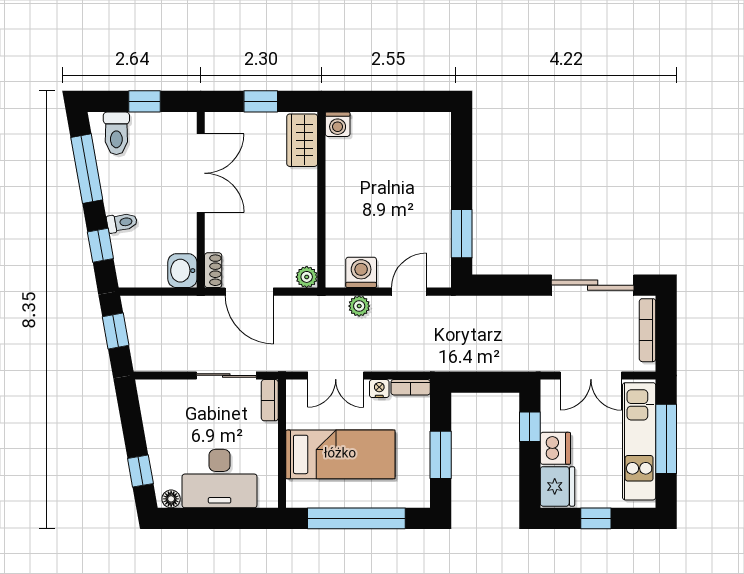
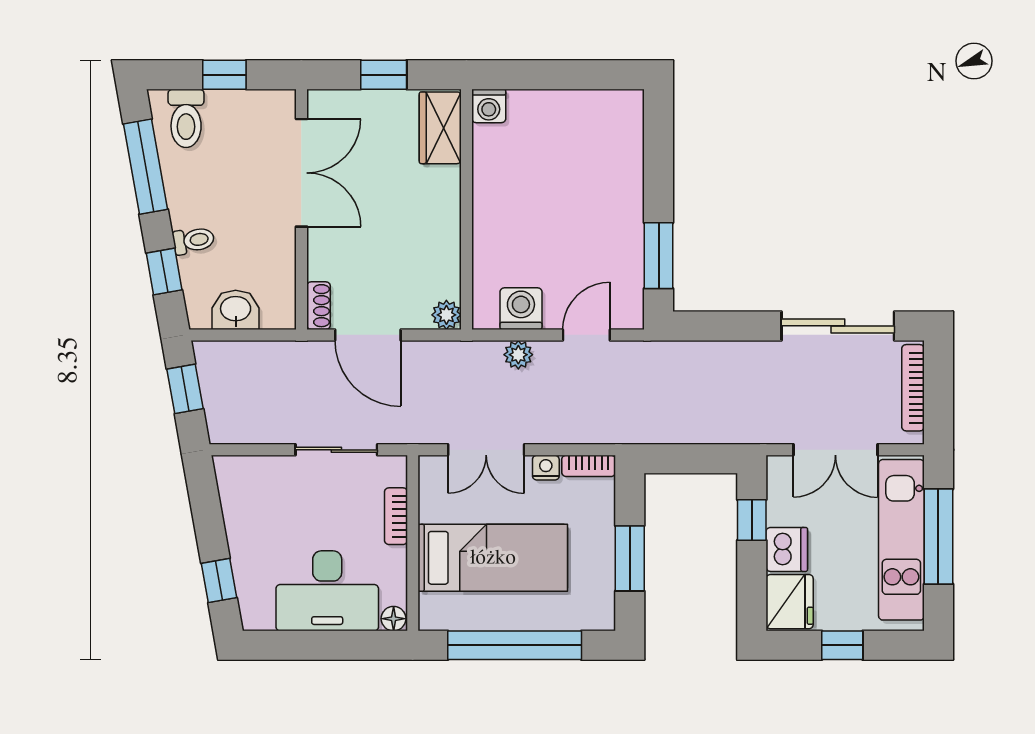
washbasin: (182, 271) -> (236, 310), moved, turned 90
bookcase: (270, 400) -> (396, 516), moved
floor lamp: (171, 499) -> (394, 619), moved

